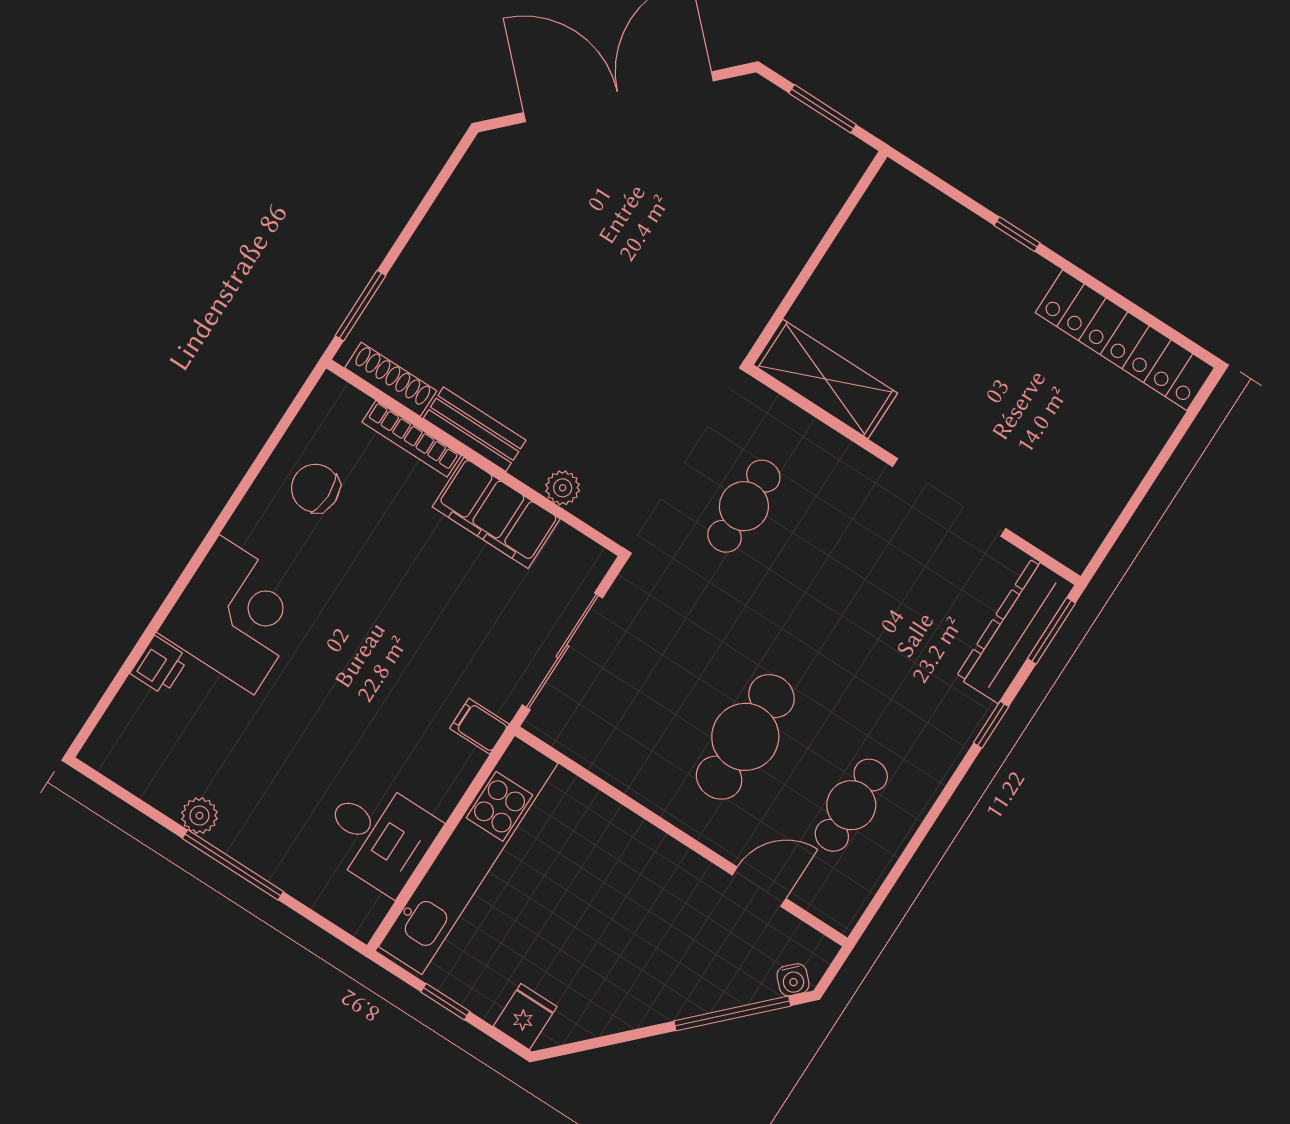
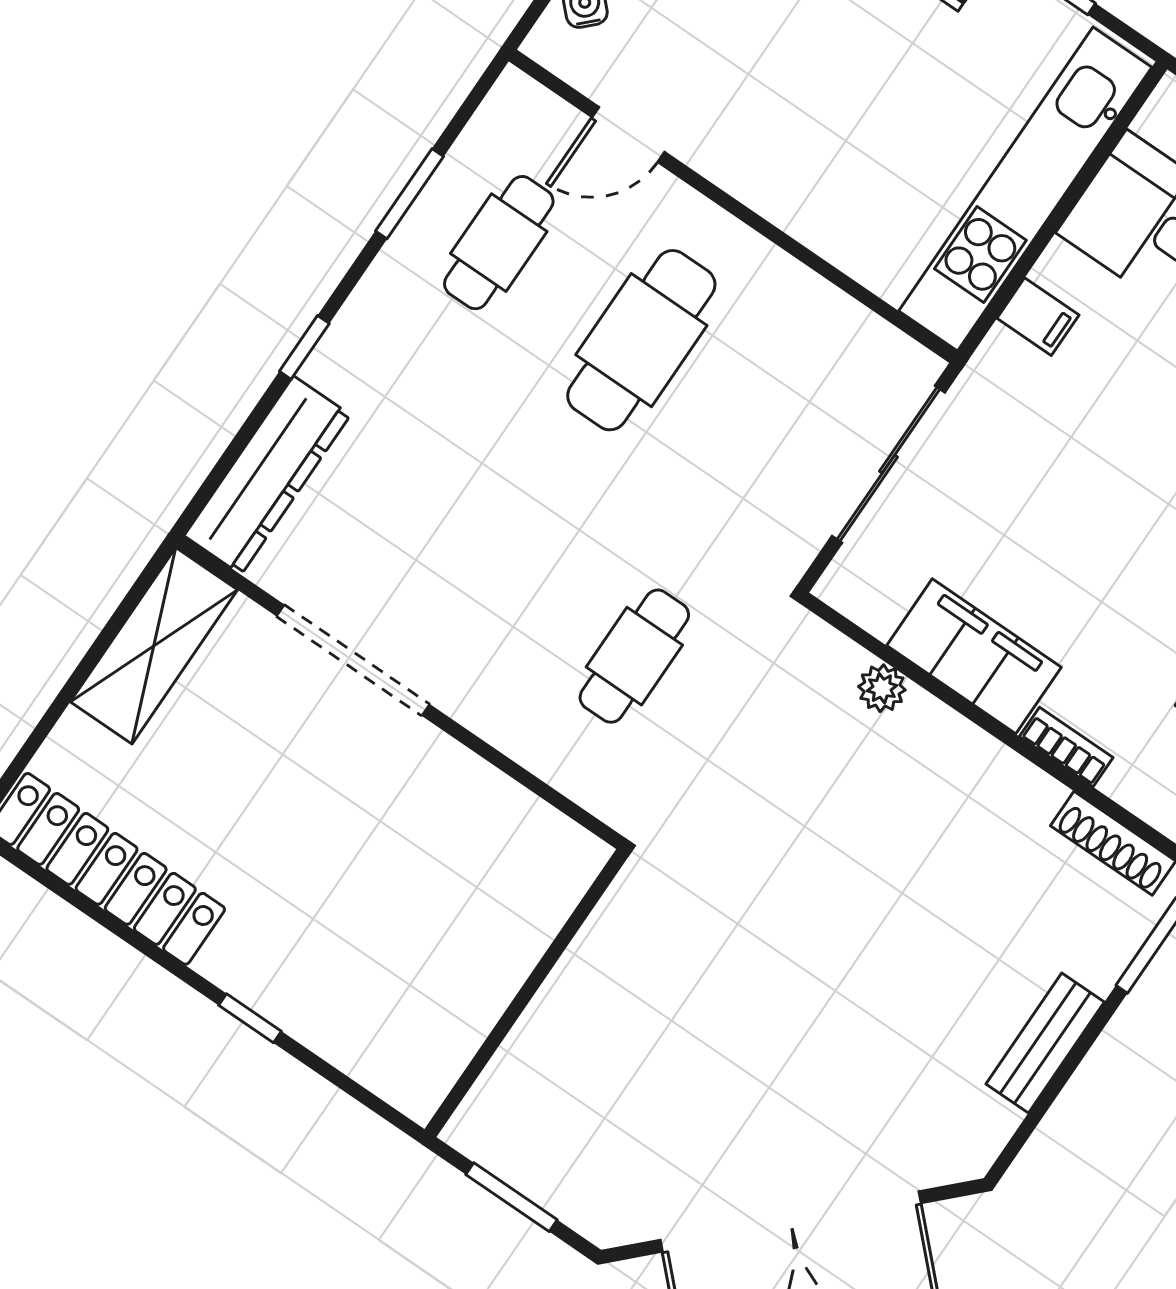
shelving: (825, 379) -> (154, 646), moved, turned 90
bench: (475, 429) -> (1045, 1043), moved, turned 90
bookcase: (412, 439) -> (1066, 747), width x0.64
window: (1052, 631) -> (409, 194), moved
filing cabinet: (479, 726) -> (1038, 317), moved

